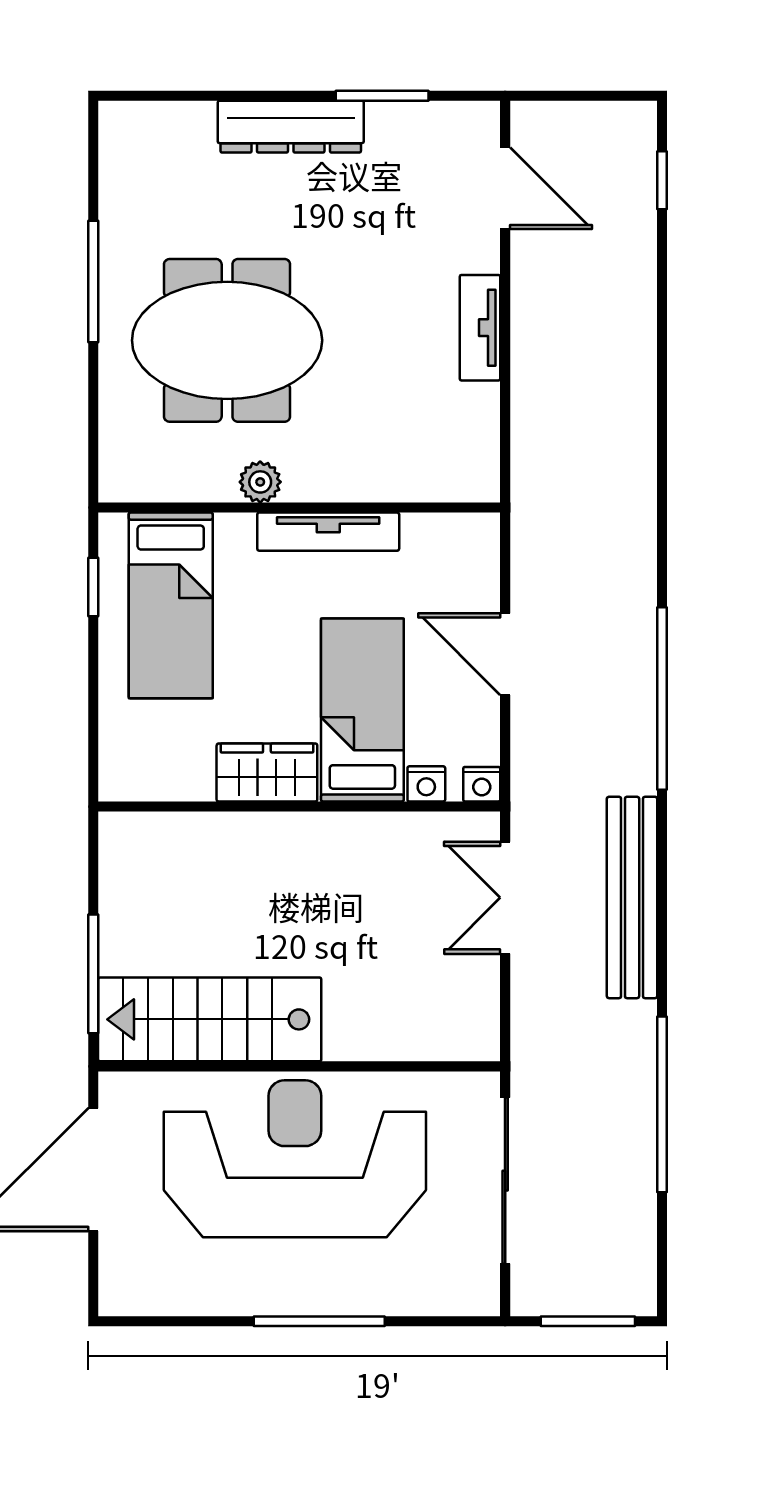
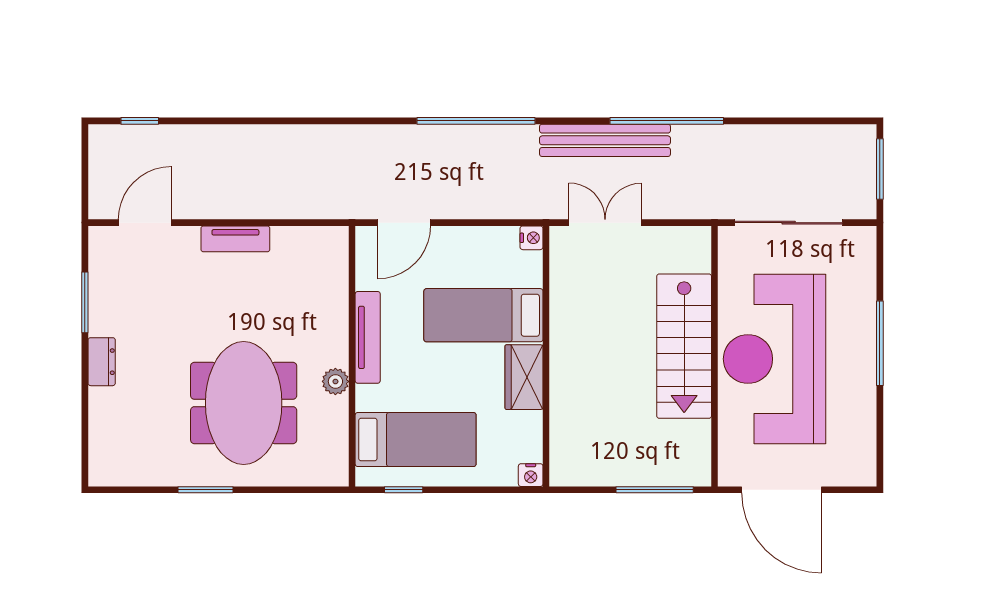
dresser: (291, 127) -> (102, 362), width x0.51, depth x0.80
window: (93, 282) -> (206, 490), width x0.69
door: (505, 654) -> (404, 223), moved
nightstand: (426, 784) -> (531, 475), moved, turned 90
double door: (505, 898) -> (605, 223), swing flipped
stairs: (210, 1019) -> (684, 346), moved
window: (662, 1104) -> (667, 121), moved

